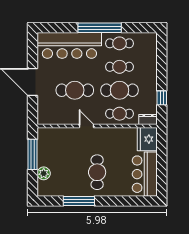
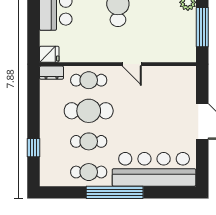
cafe table: (75, 90) -> (147, 111), removed
window: (162, 98) -> (34, 148), moved
fridge: (147, 139) -> (49, 54), width x0.53, depth x0.75

